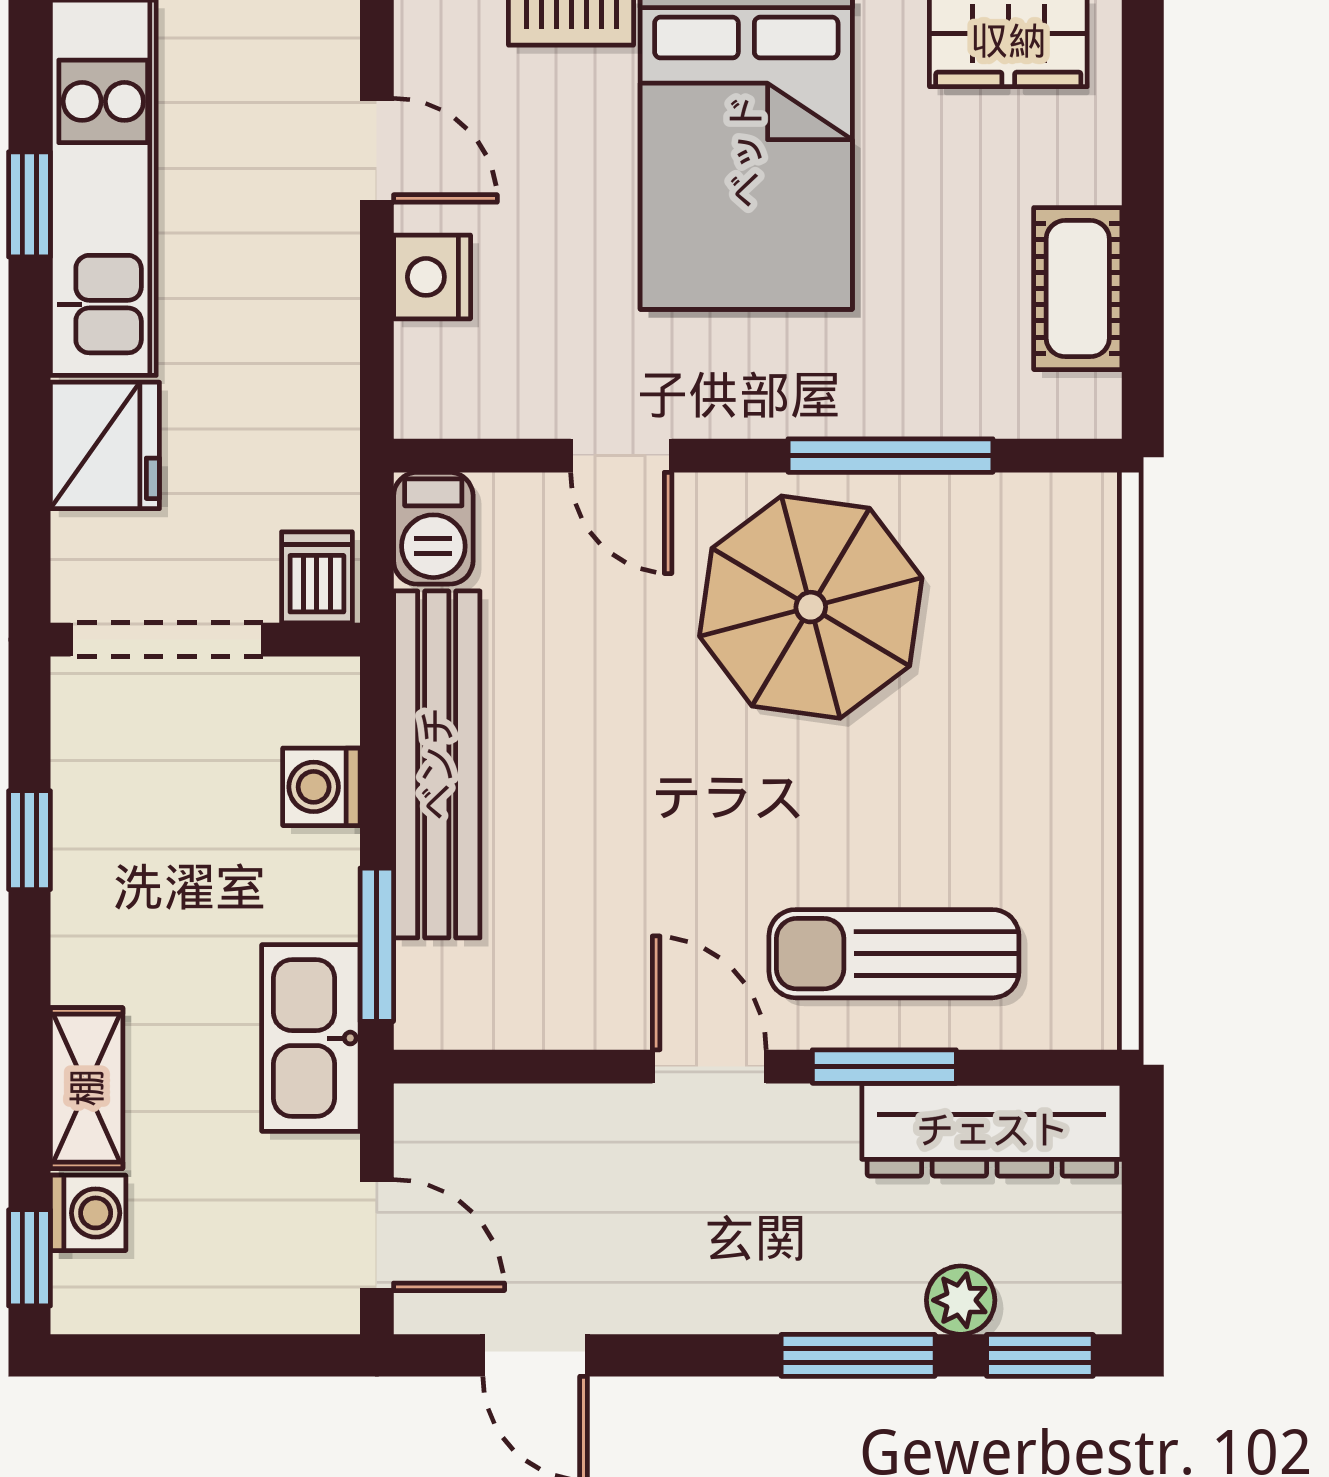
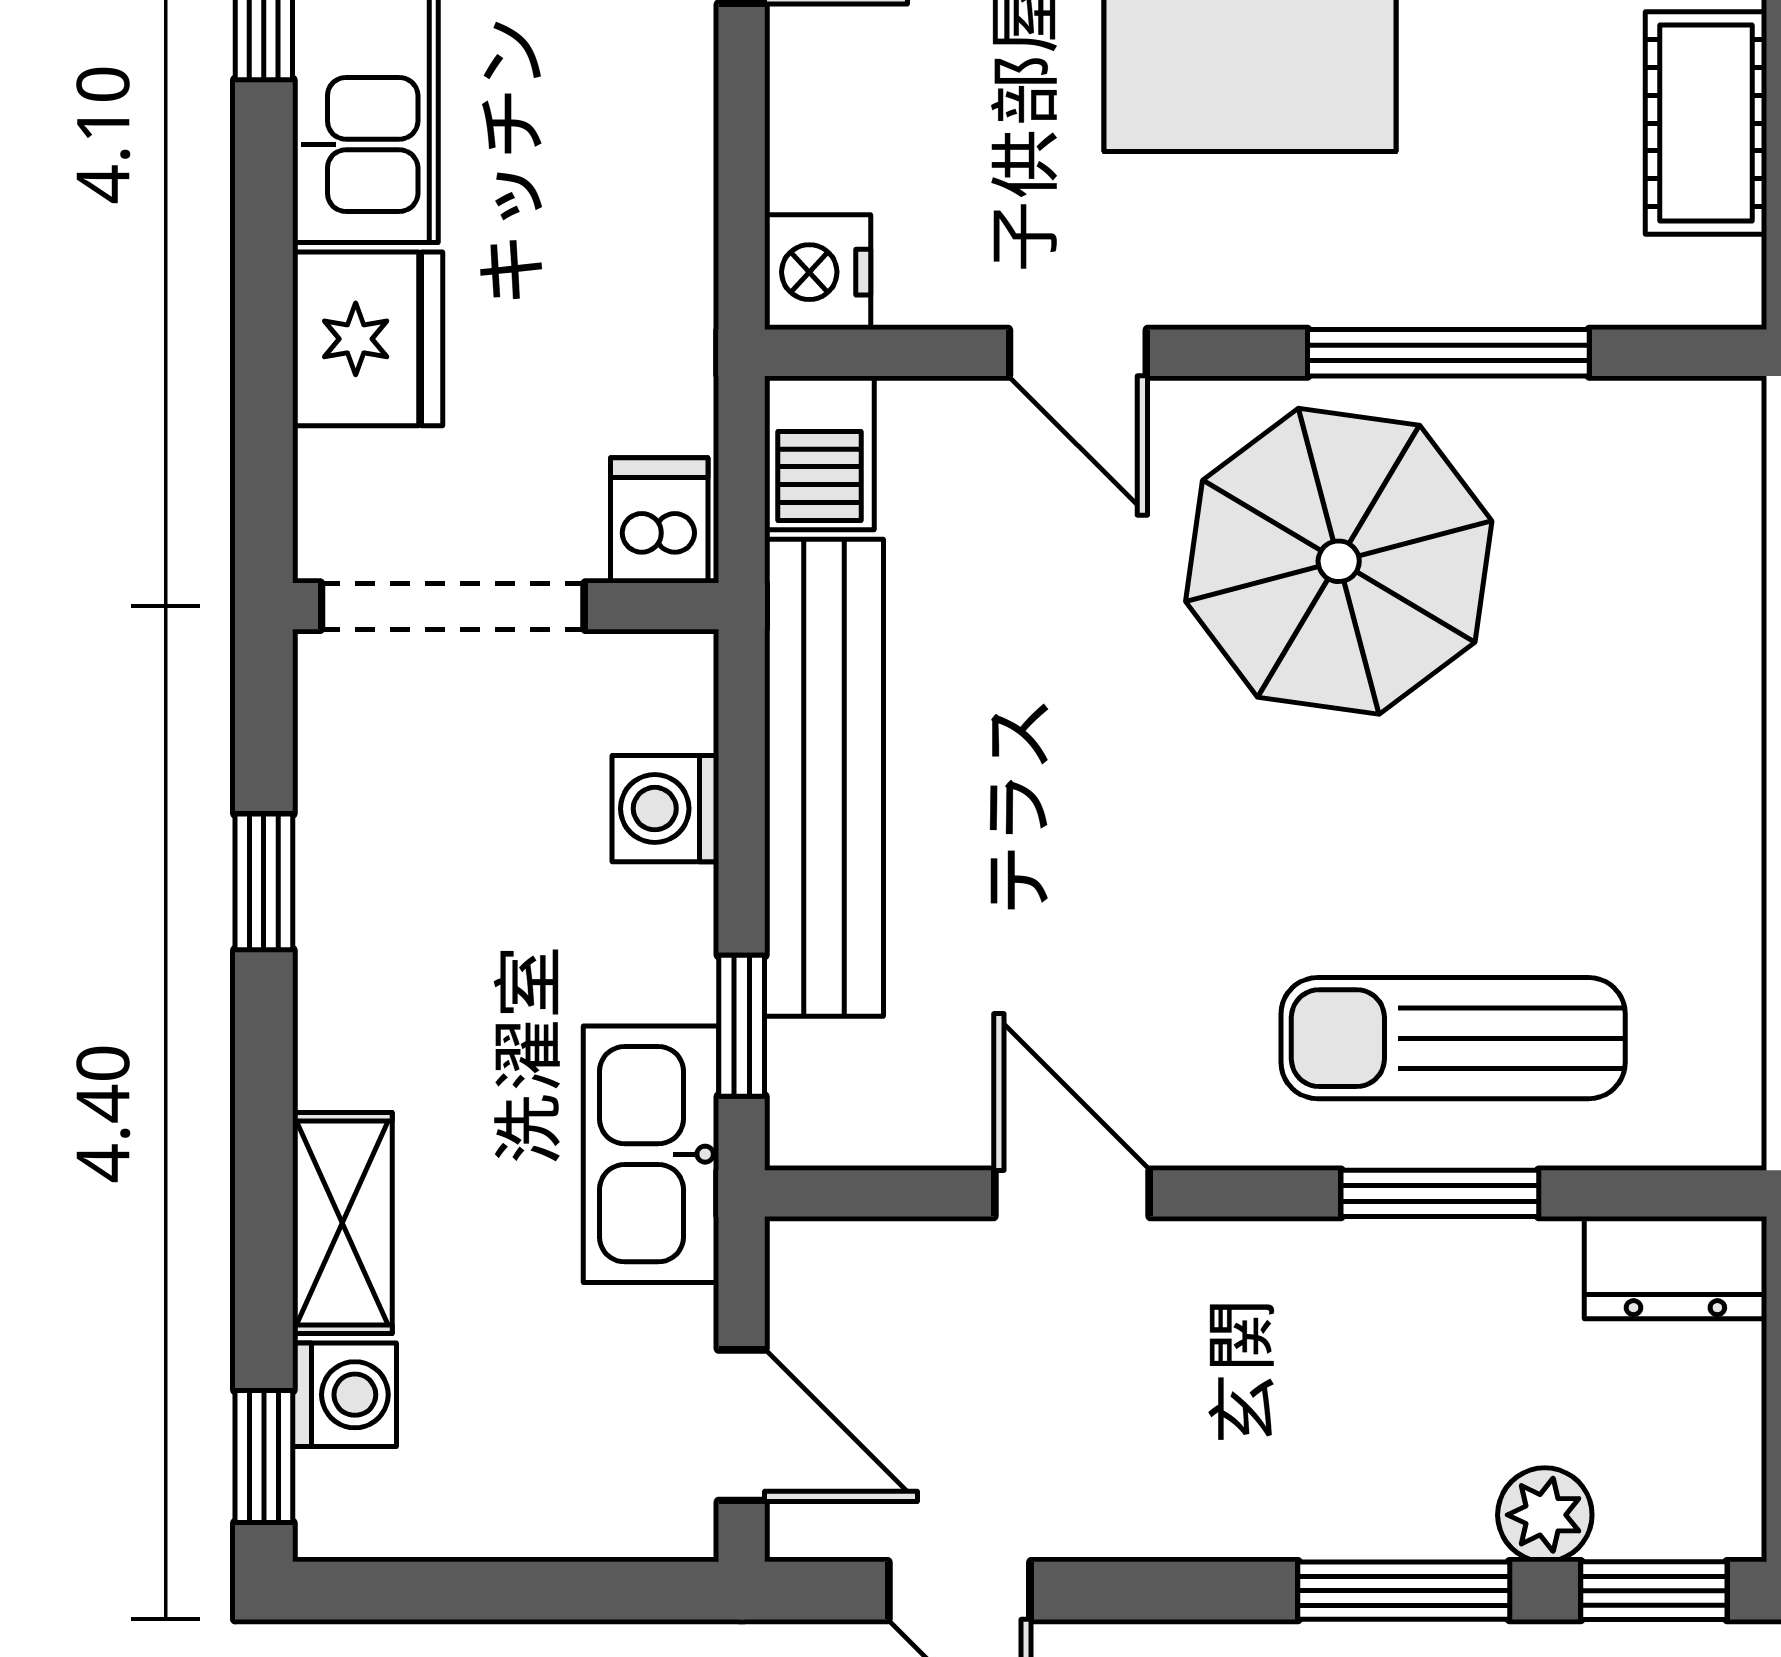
nightstand: (432, 277) -> (818, 272), moved
window: (377, 945) -> (742, 1026), width x0.67
door: (709, 1067) -> (1072, 1193), moved
dresser: (992, 1130) -> (1675, 1268), width x0.51, depth x0.80

